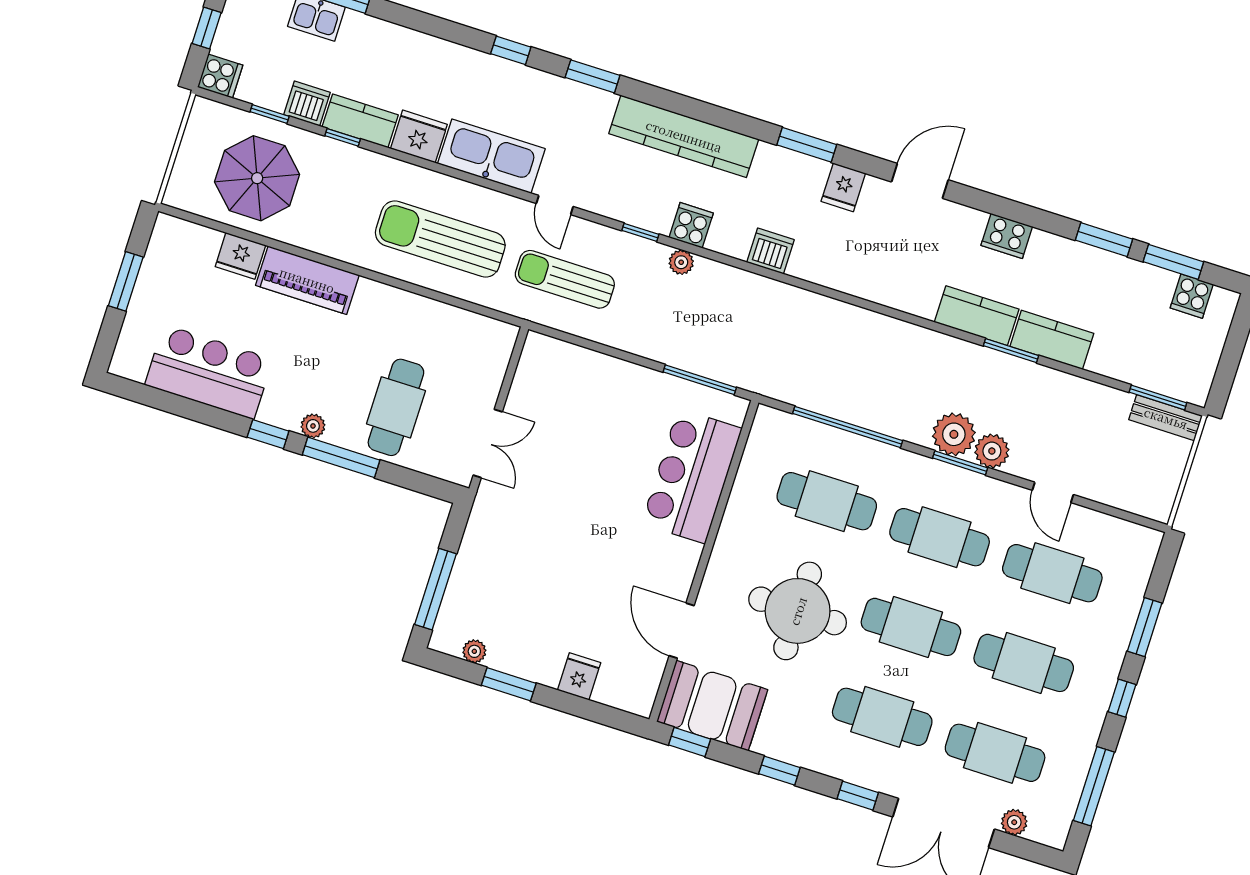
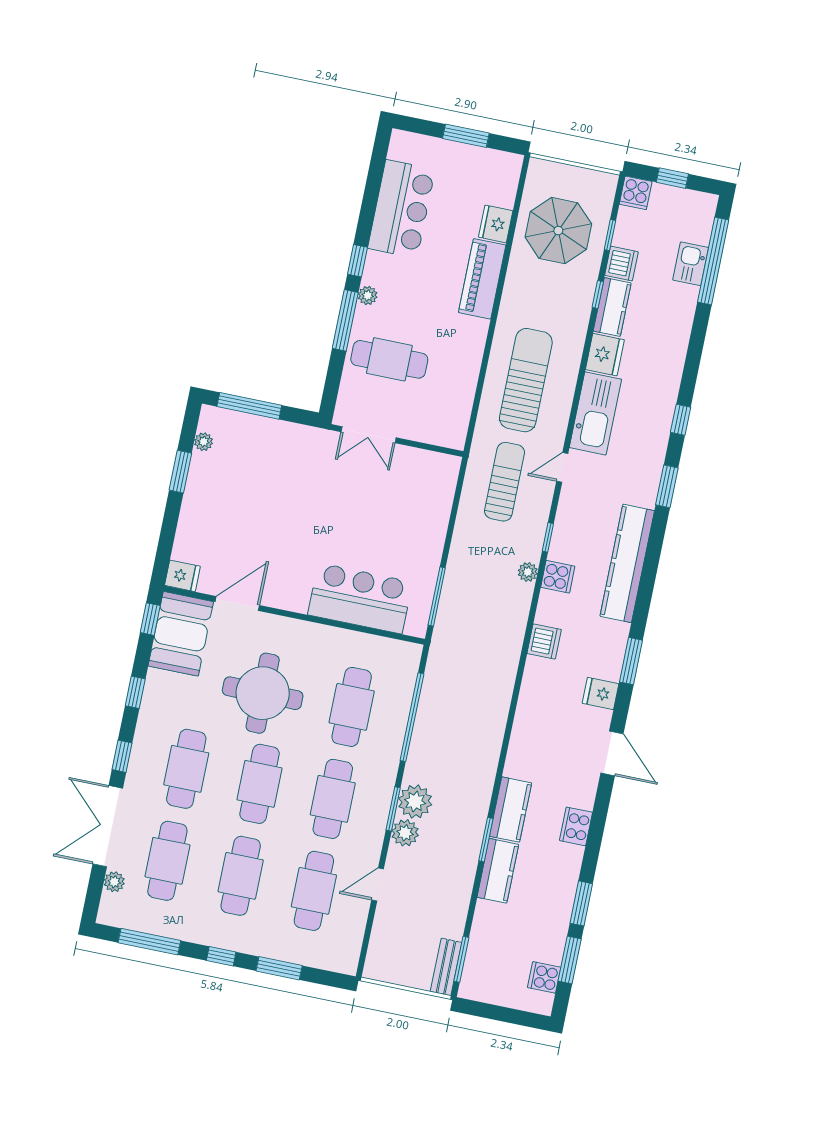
fridge: (579, 676) -> (182, 576), moved

